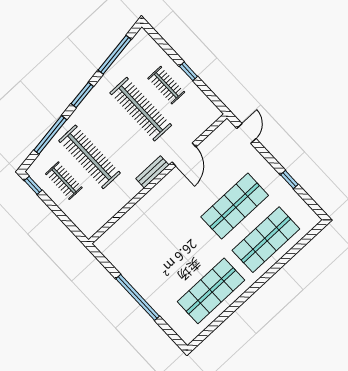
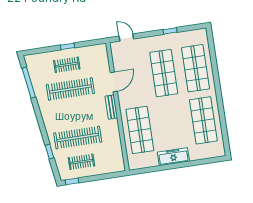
window: (82, 95) -> (39, 117), removed
window: (50, 135) -> (49, 152), width x0.46
door: (184, 154) -> (114, 82), hinge flipped
shop shelf: (148, 224) -> (140, 130), added
freezer: (144, 285) -> (173, 157), added
window: (138, 297) -> (178, 165), removed

